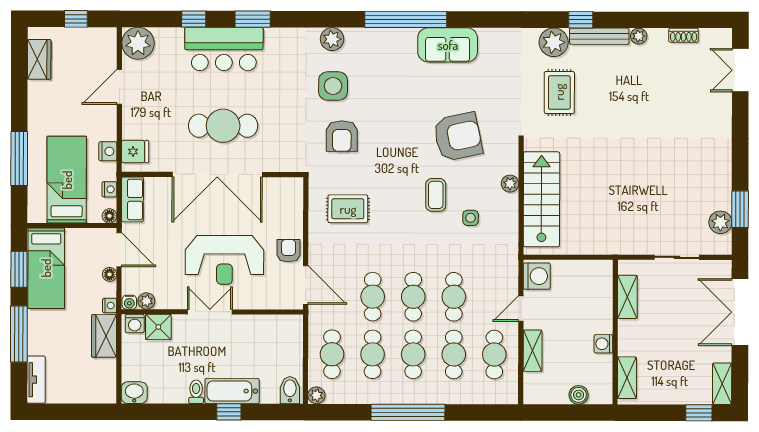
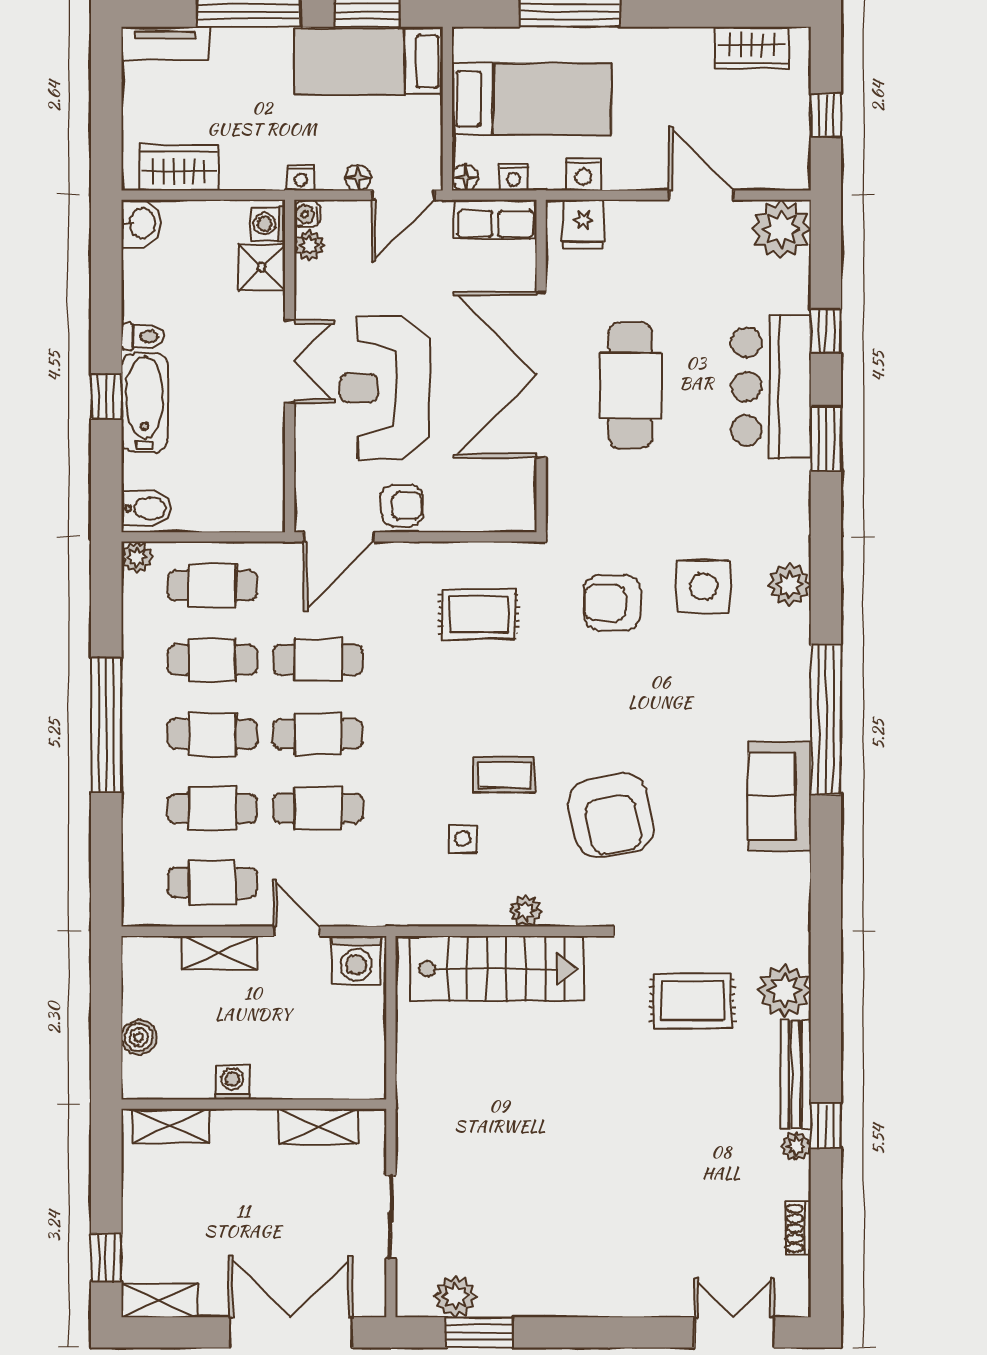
window: (581, 20) -> (826, 1126), moved
rug: (348, 209) -> (479, 614), turned 90
wardrobe: (104, 336) -> (179, 168), moved

